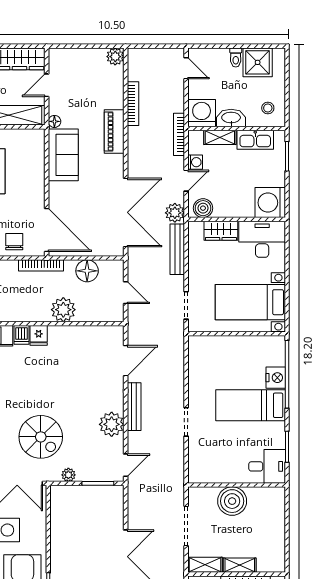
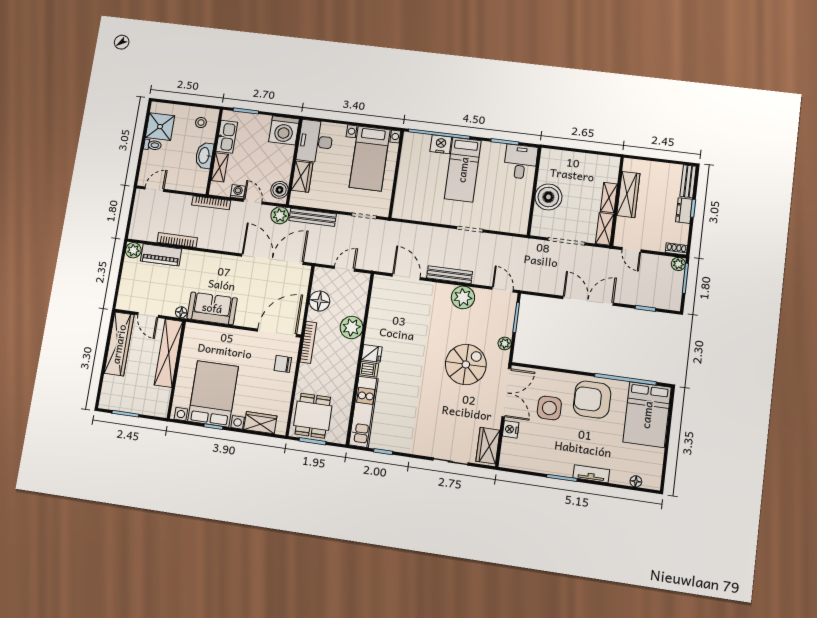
washing machine: (202, 113) -> (196, 181), removed
piano: (114, 131) -> (161, 255), moved

